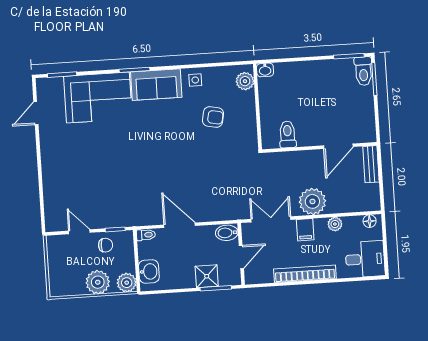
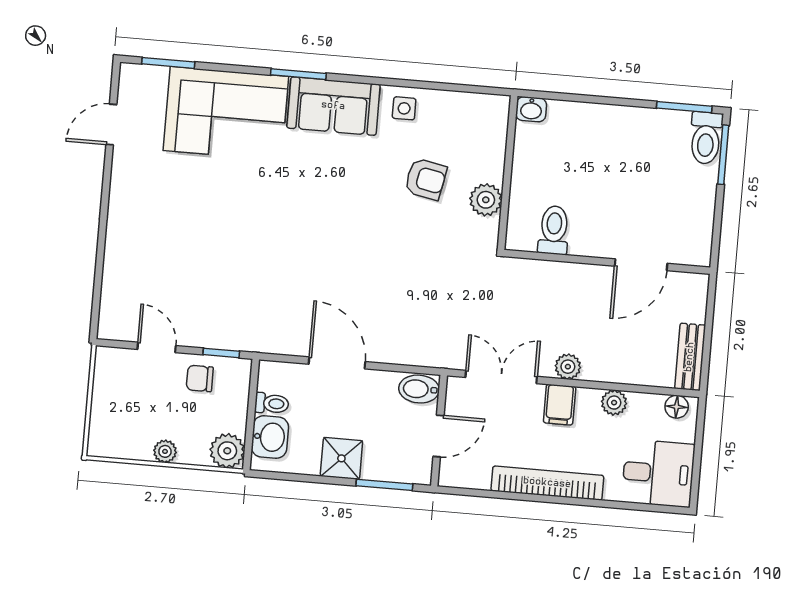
plant: (245, 81) -> (486, 200), moved
bench: (371, 164) -> (690, 357), moved
plant: (312, 201) -> (568, 367), width x0.53, depth x0.53
toilet: (146, 235) -> (272, 403), moved
chair: (106, 245) -> (200, 378), turned 180
shower: (207, 276) -> (341, 458), moved
plant: (98, 282) -> (165, 451), width x0.53, depth x0.53

